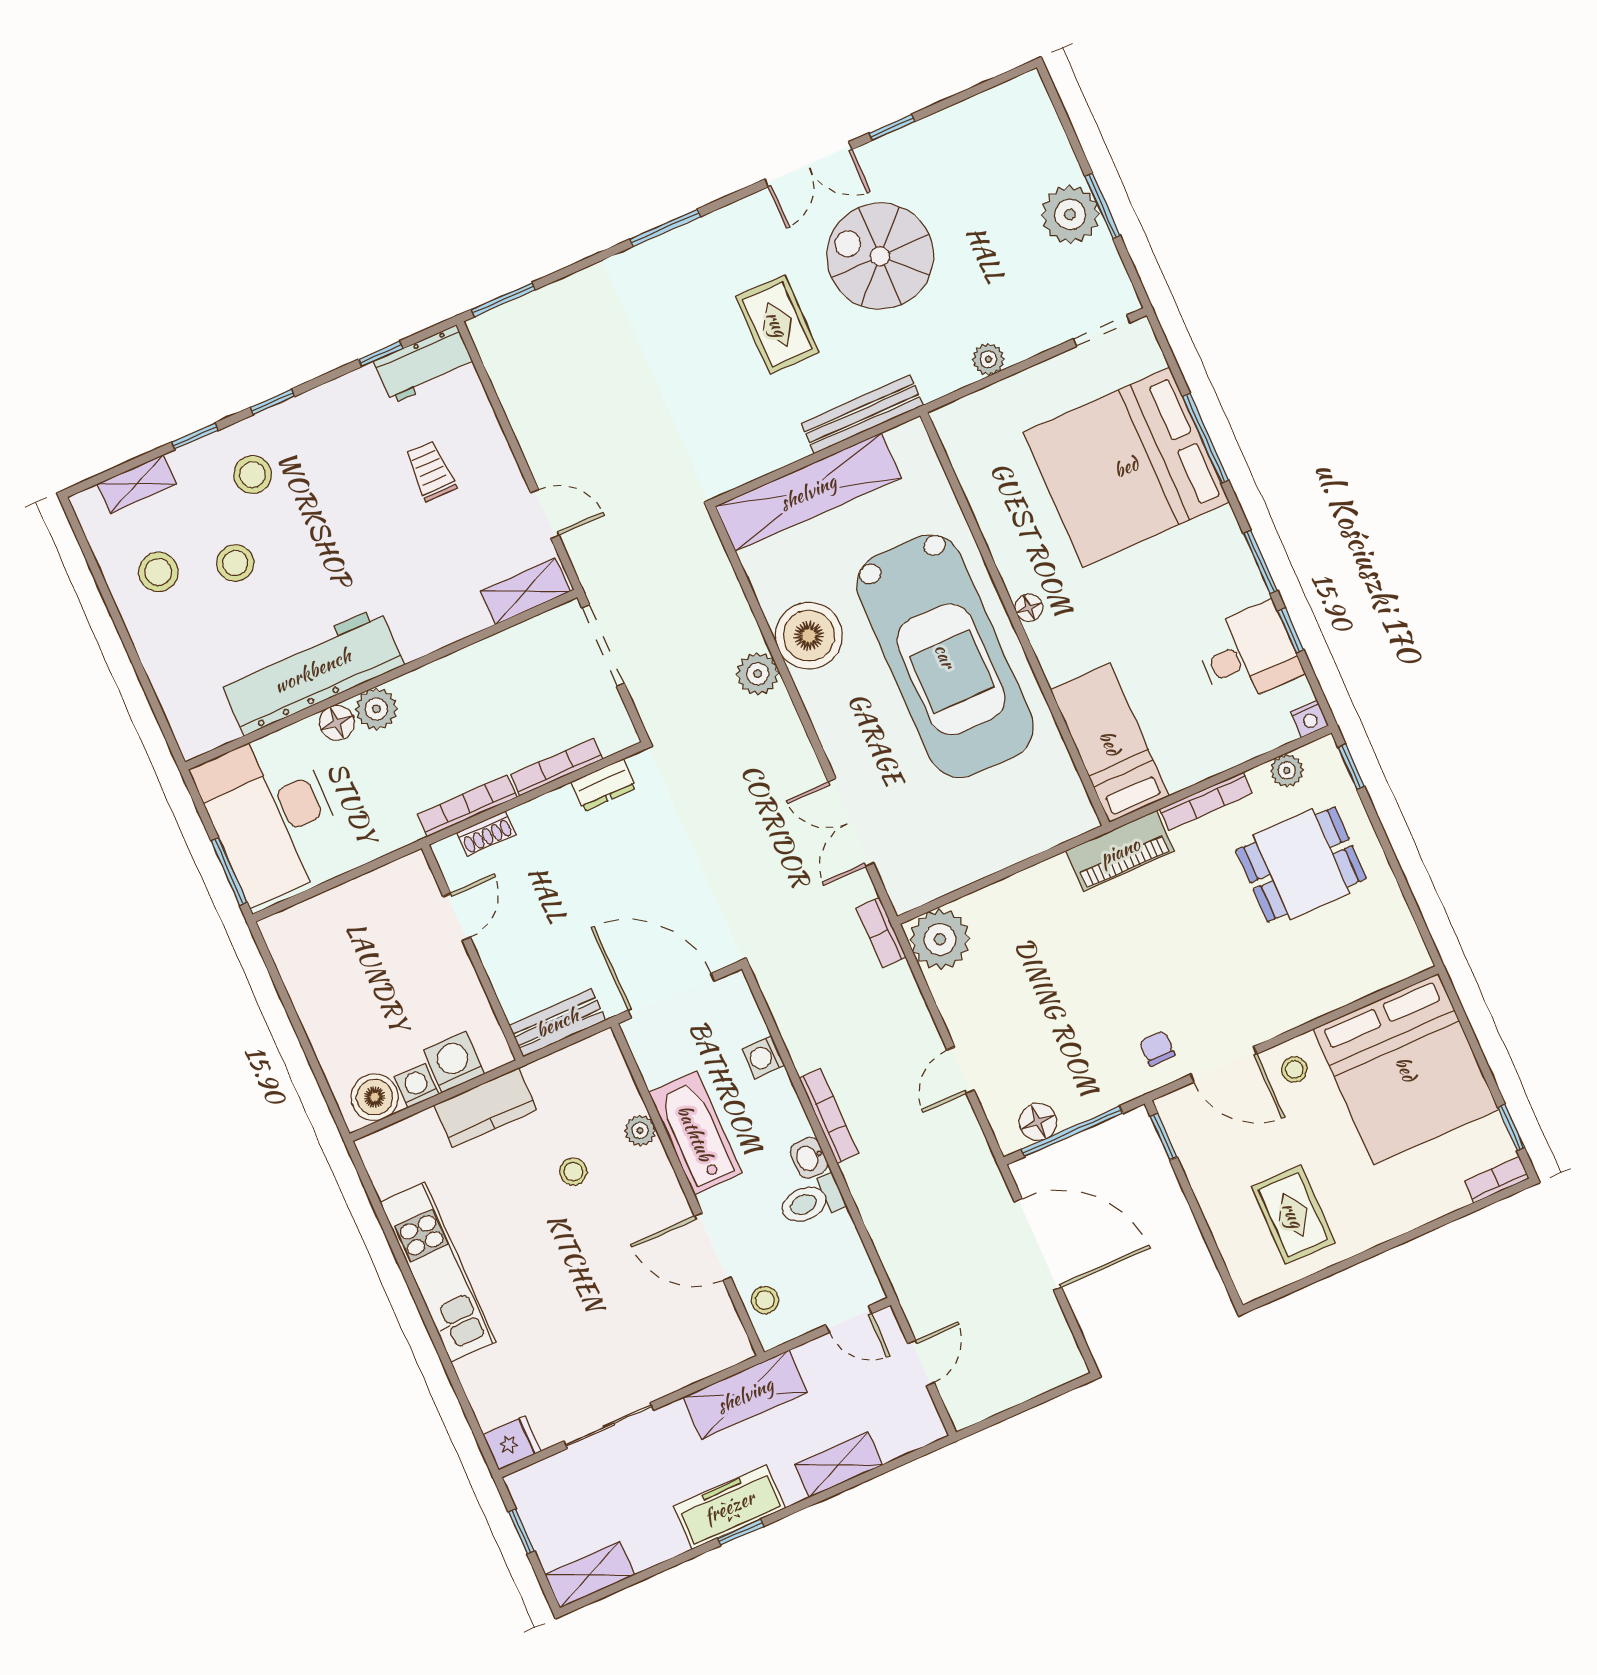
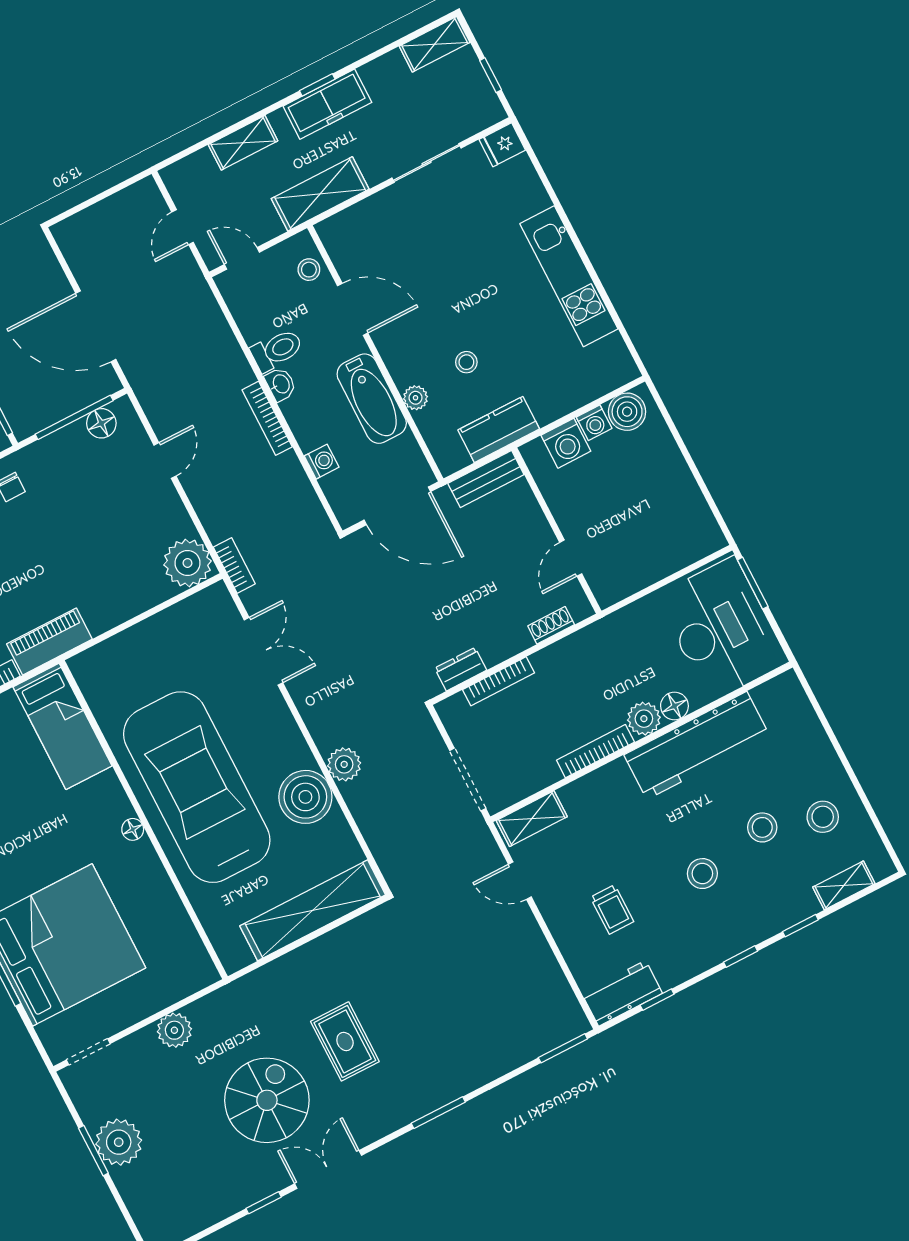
spiral stairs: (880, 256) -> (267, 1100), turned -90
plant: (988, 359) -> (174, 1030), width x1.38, depth x1.38
bench: (862, 414) -> (274, 974), removed
stool: (252, 475) -> (702, 874), moved
bookcase: (467, 806) -> (595, 751), moved, turned 180
kitchen counter: (485, 1108) -> (499, 429), moved

